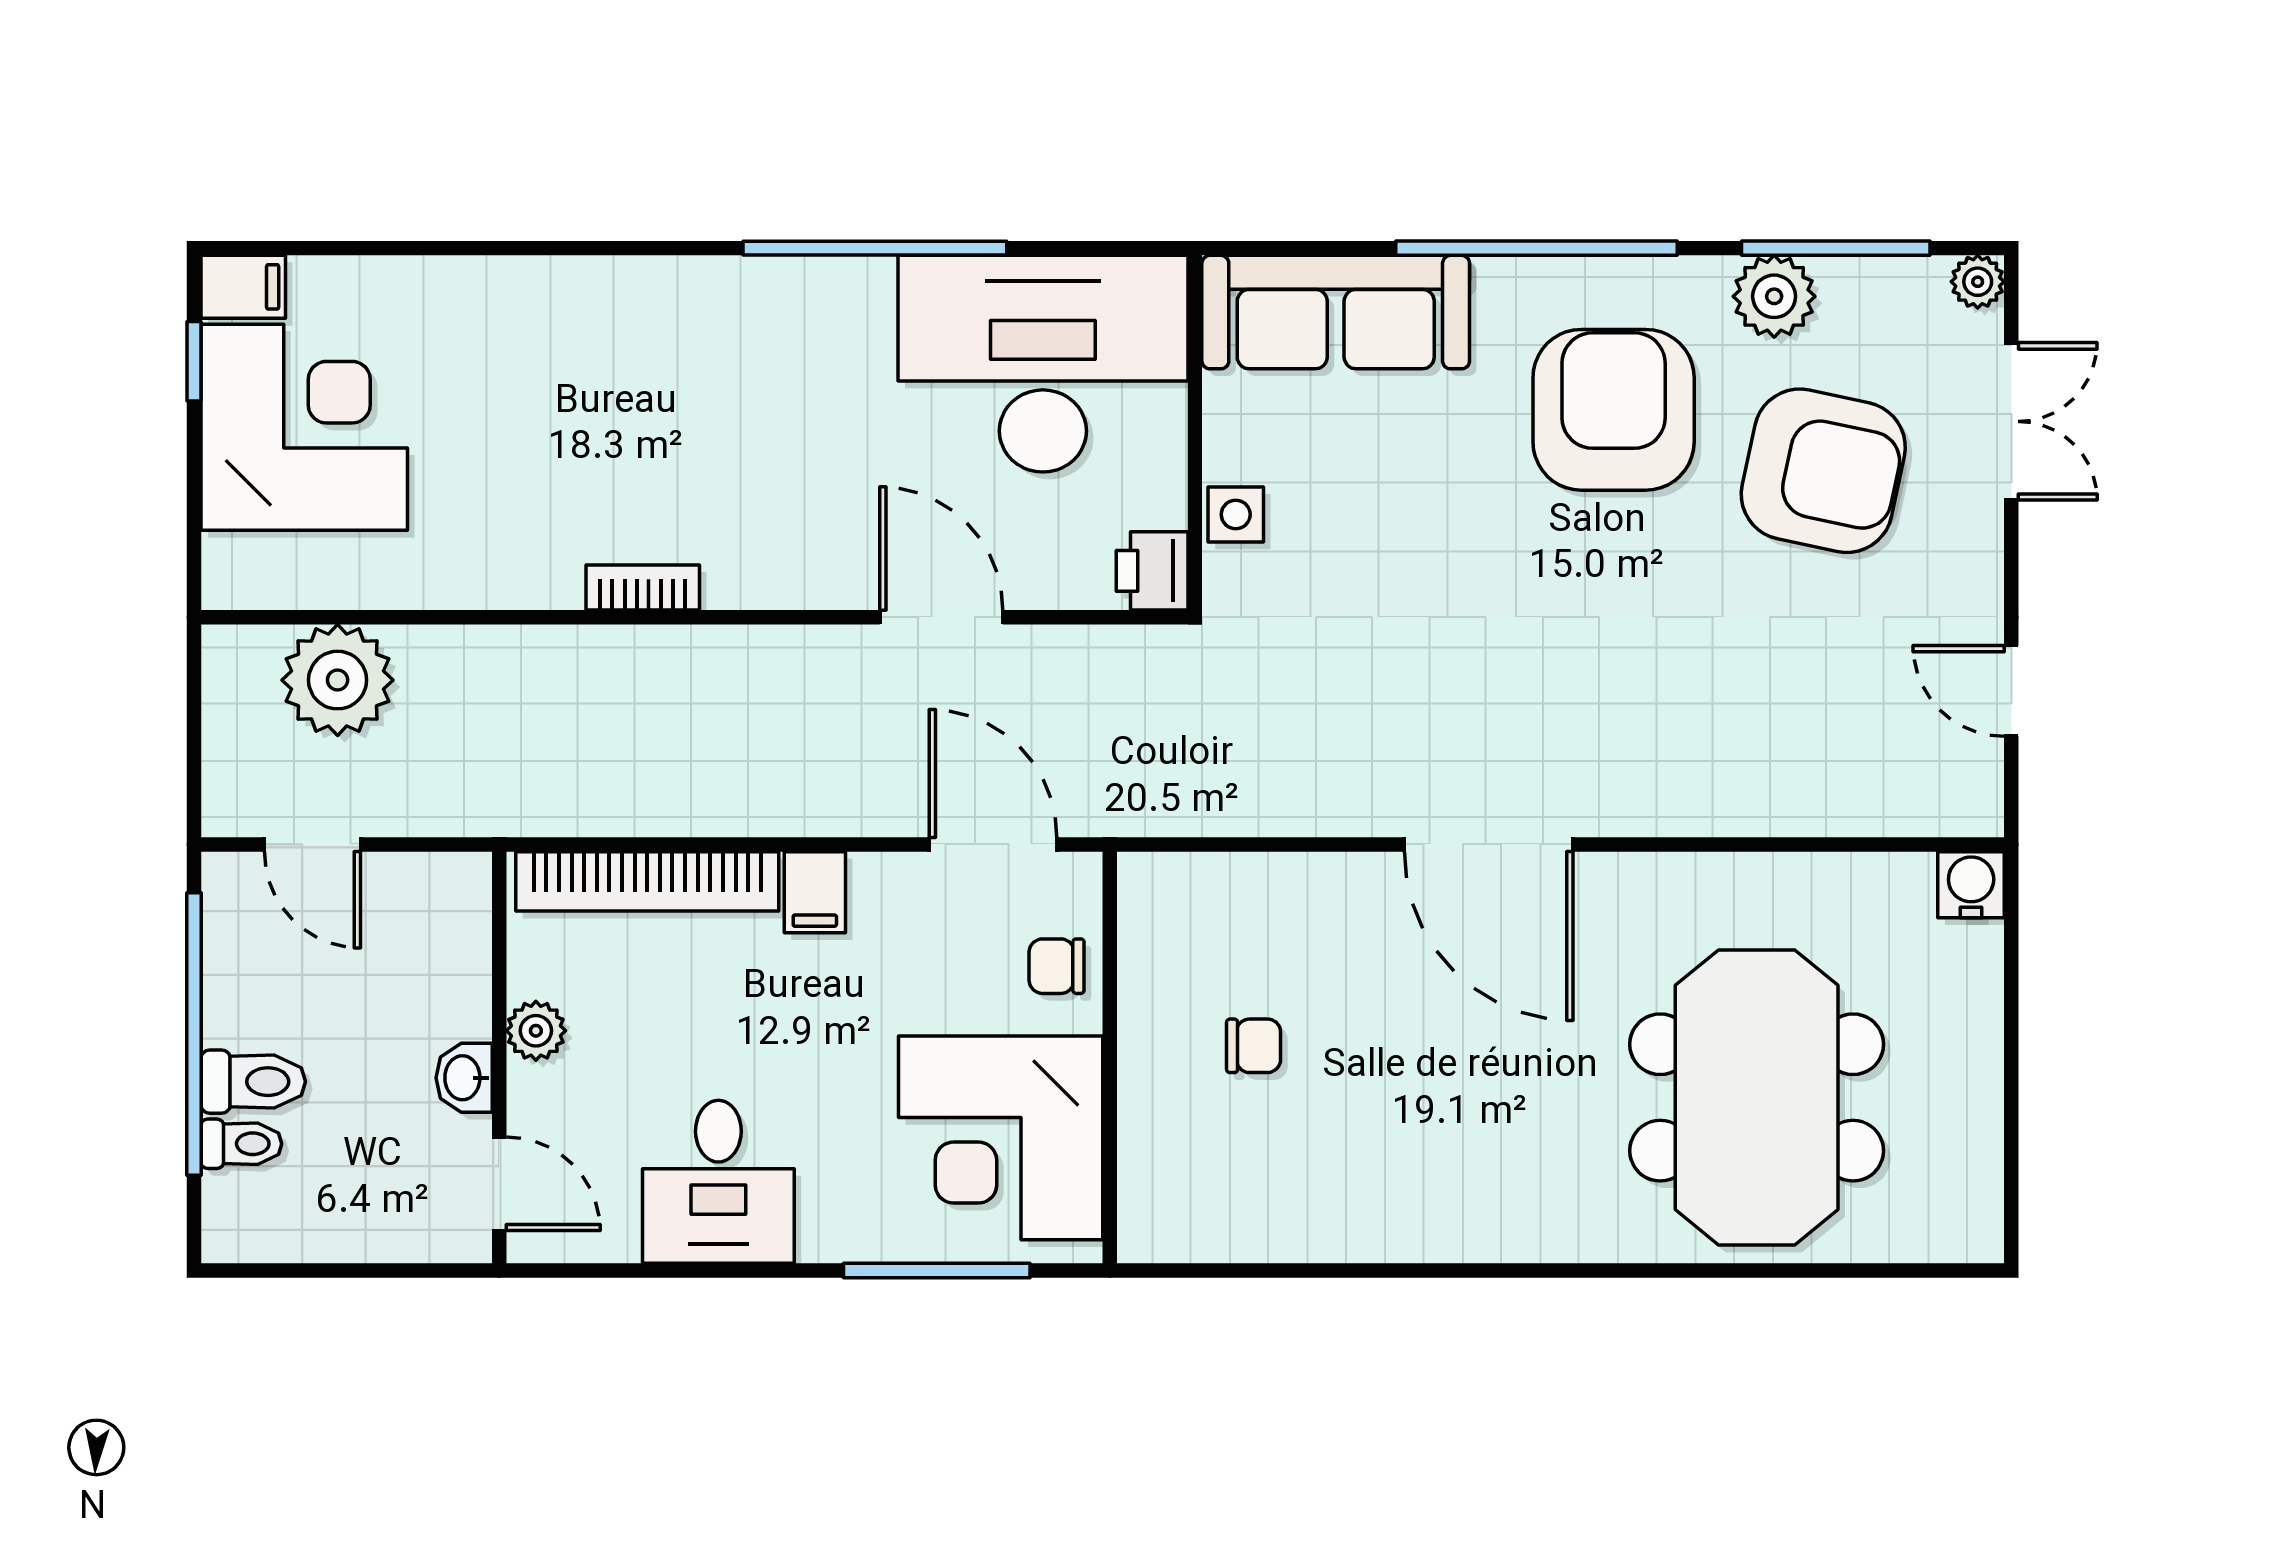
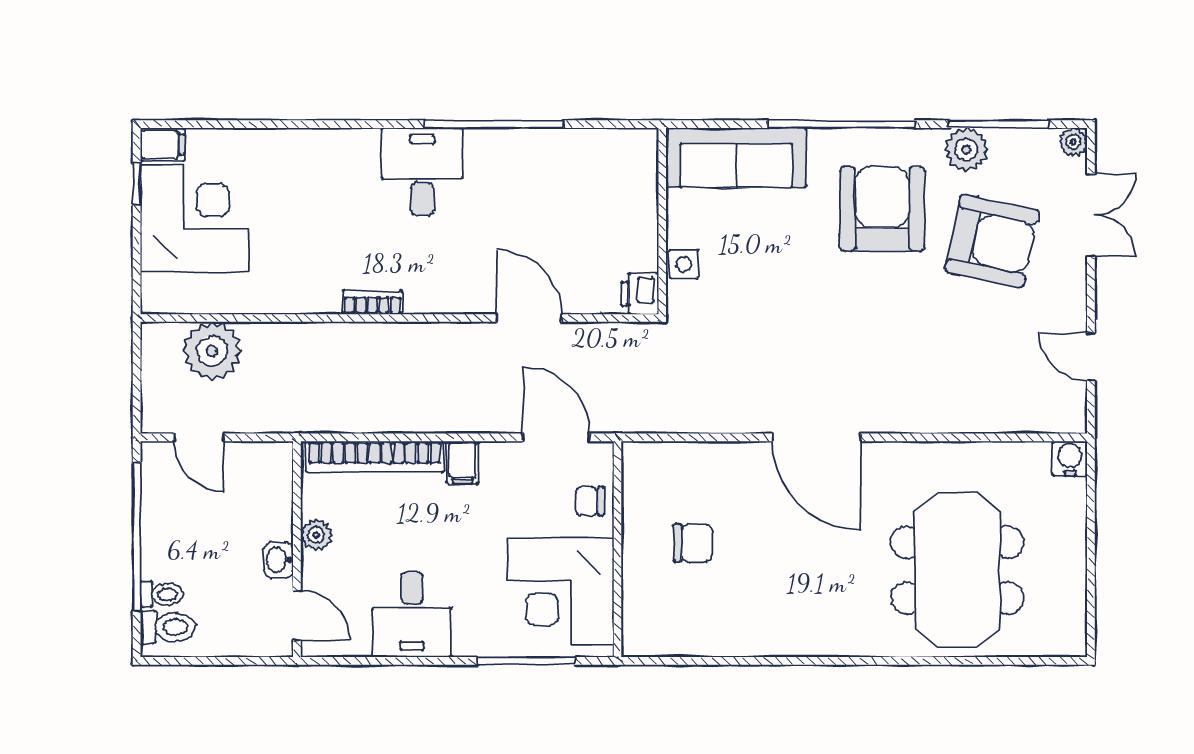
desk: (1043, 364) -> (422, 172), moved, width x0.53, depth x0.77
chair: (1254, 1046) -> (693, 543), width x1.37, depth x1.37
toilet: (253, 1082) -> (168, 627), moved

